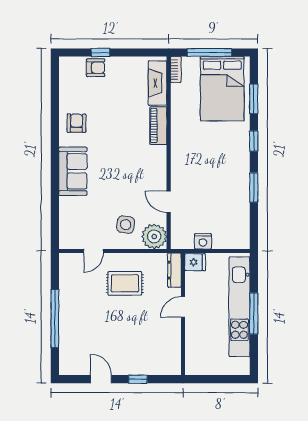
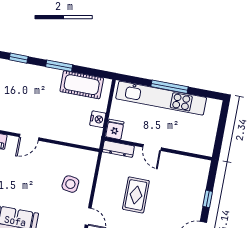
door: (169, 202) -> (29, 137), moved
cot: (238, 216) -> (82, 85), added
plant: (154, 236) -> (86, 161), removed
rug: (125, 283) -> (136, 195), moved

